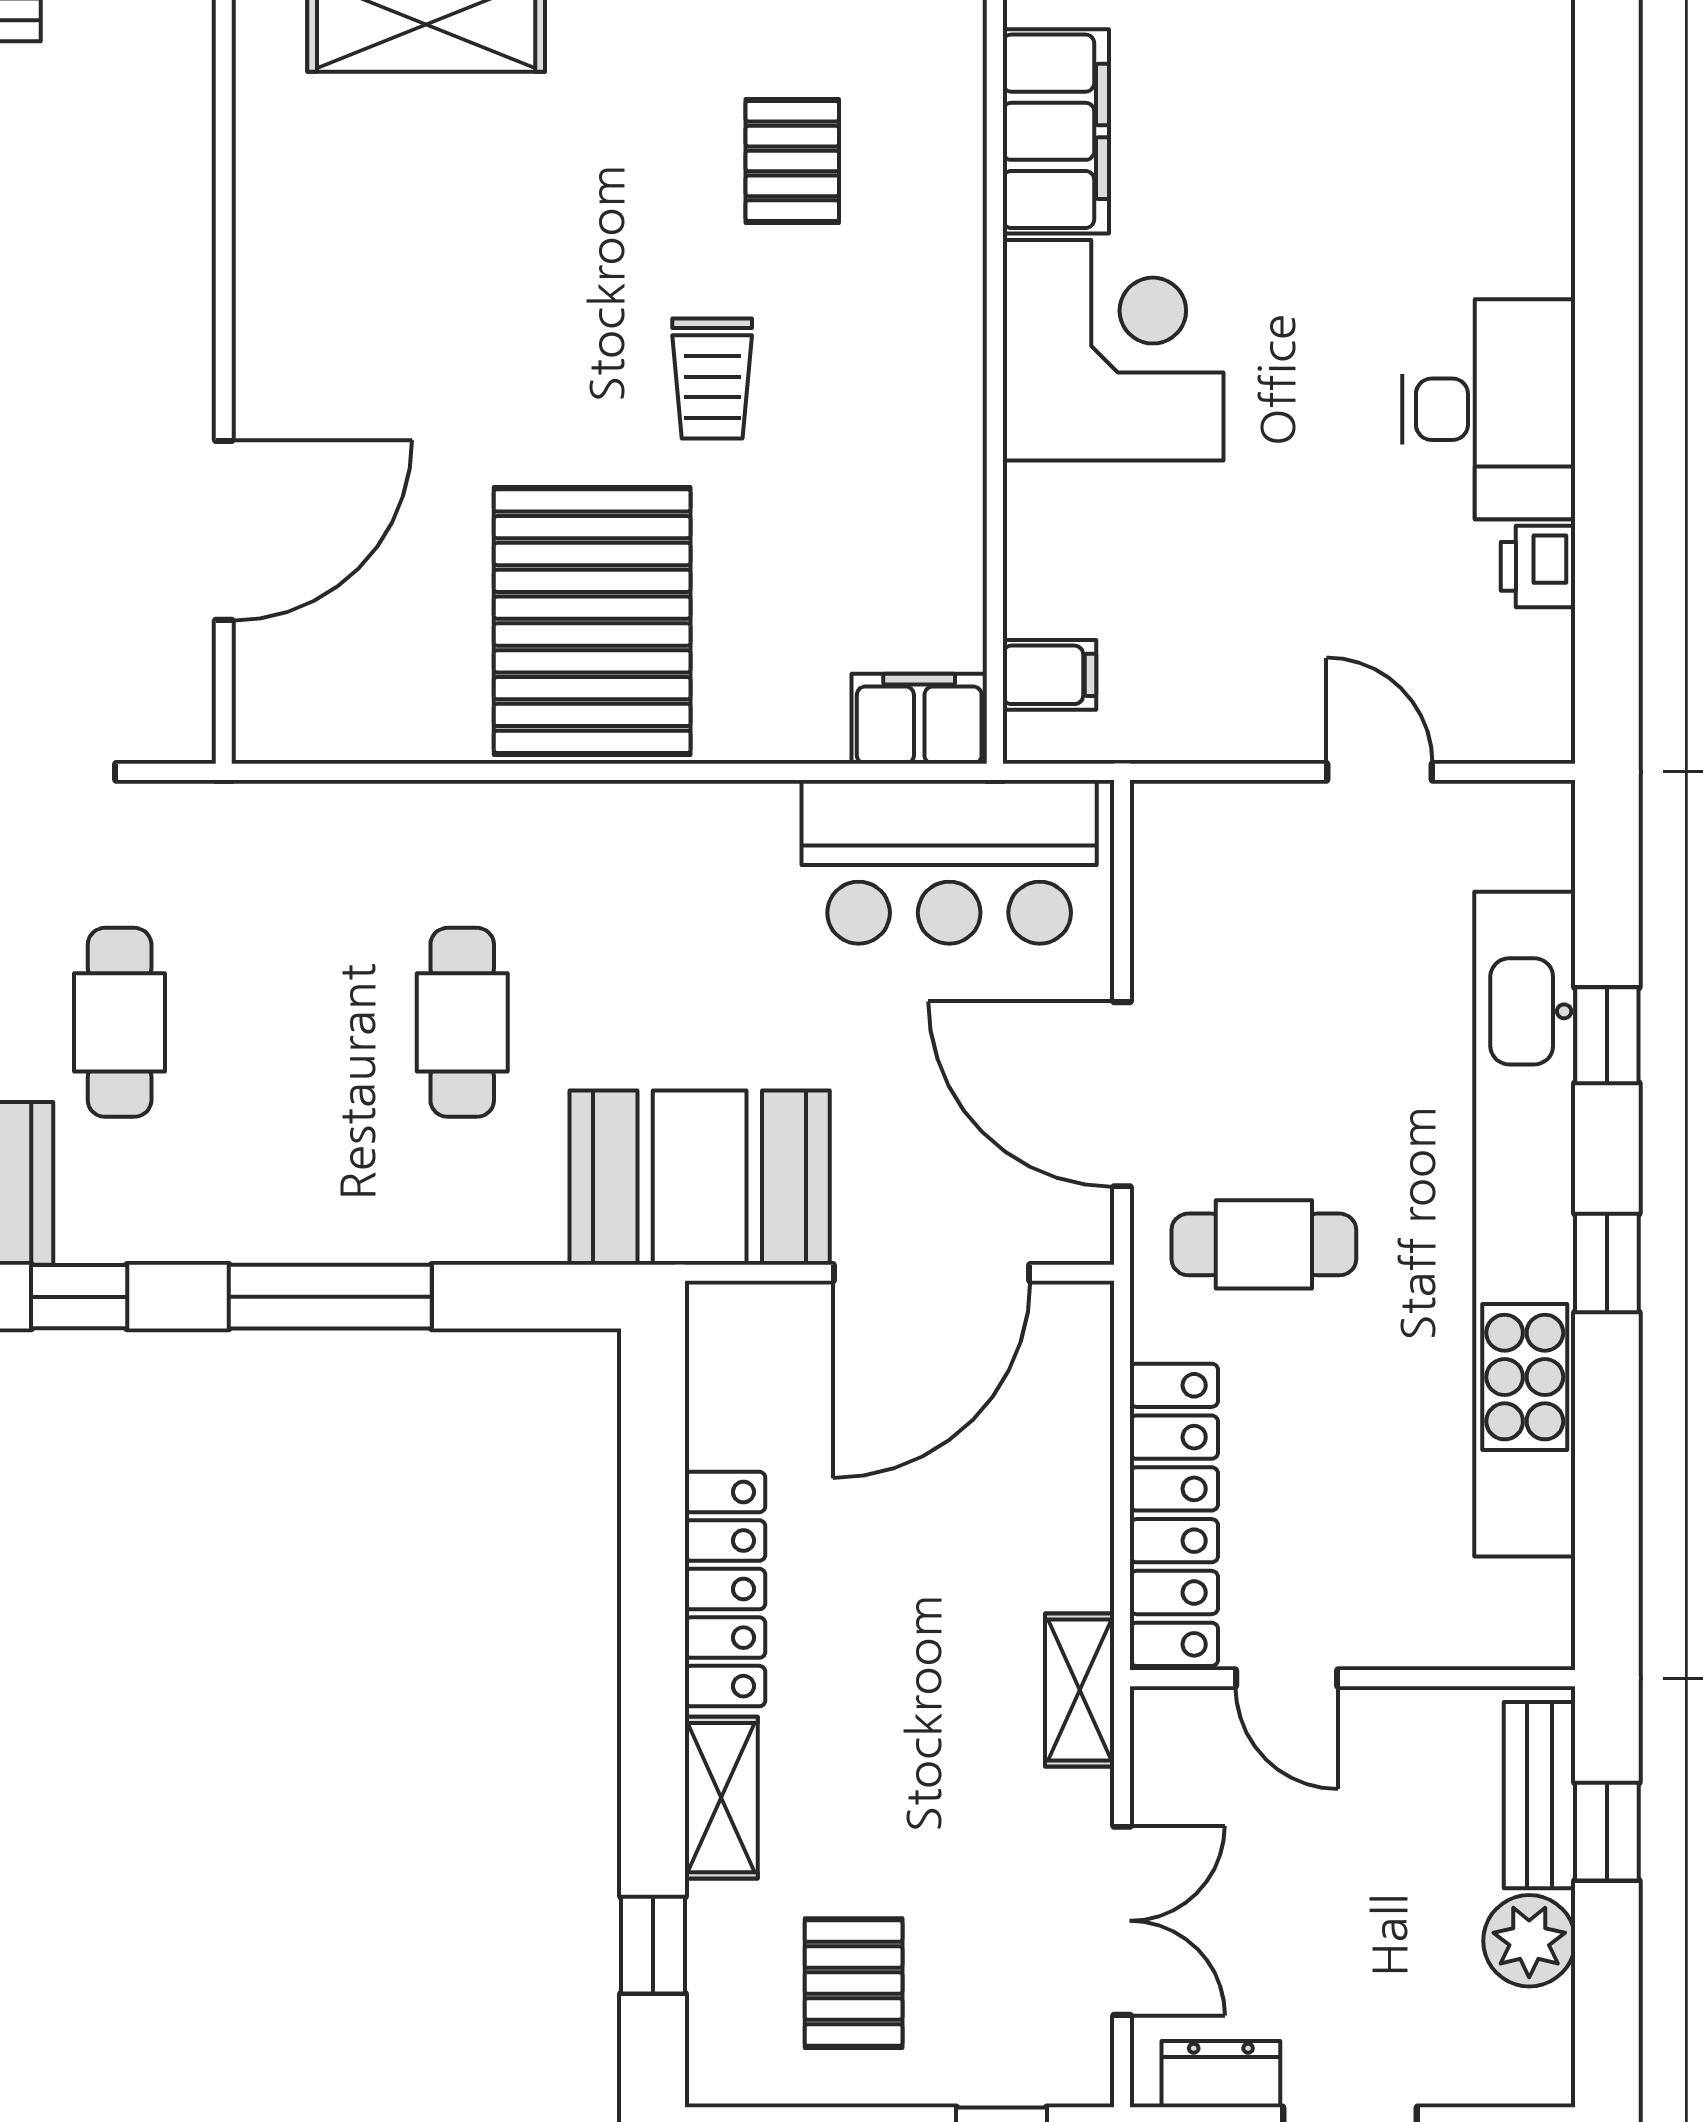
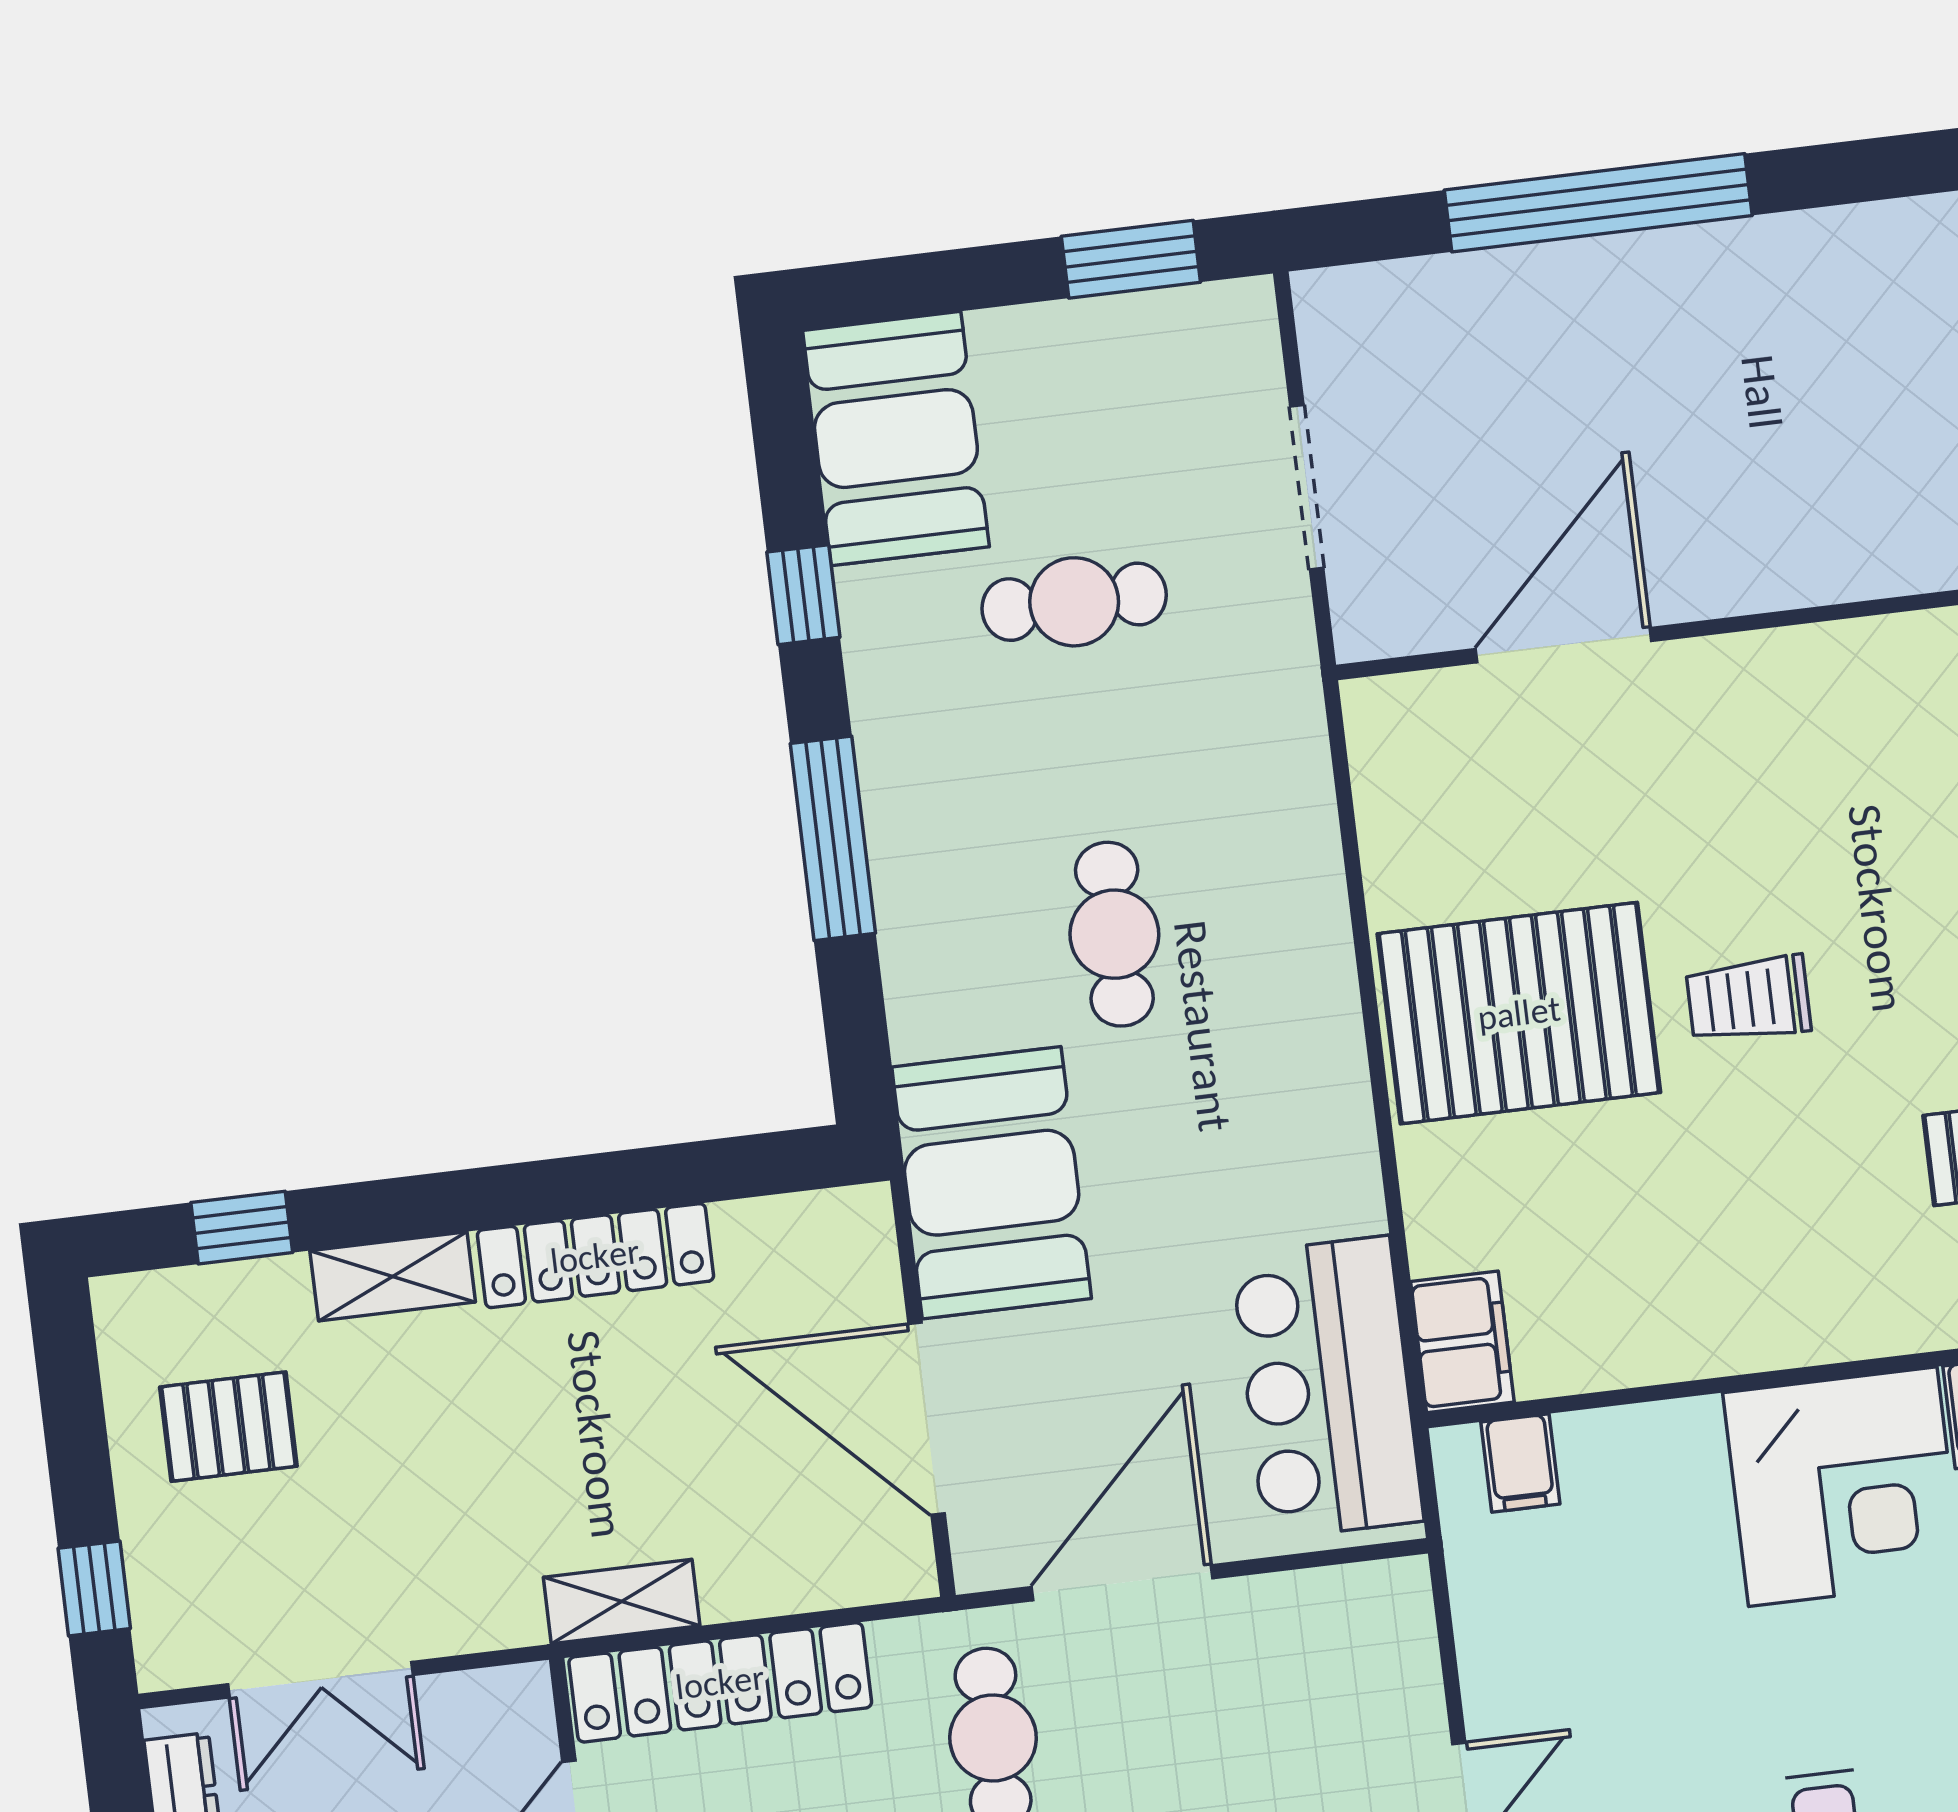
trolley: (712, 379) -> (1748, 999), moved
door: (224, 530) -> (1564, 645), swing flipped
cafe table: (462, 1022) -> (1114, 934), turned 90
shelving: (1080, 1690) -> (622, 1601), moved

